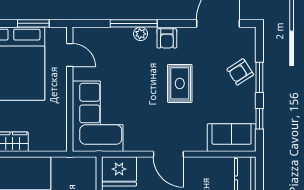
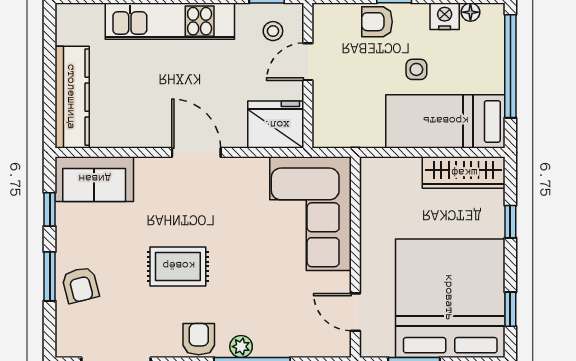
armchair: (240, 72) -> (80, 285), turned 109
rug: (180, 83) -> (178, 266), turned 90

